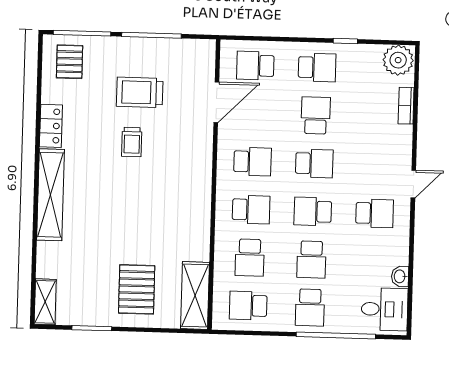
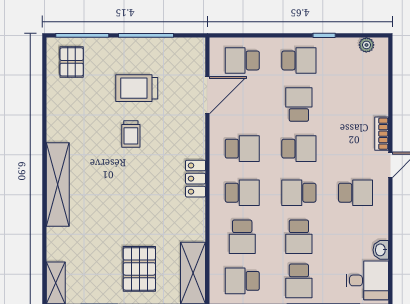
plant: (398, 60) -> (366, 45), width x0.53, depth x0.53
bookcase: (406, 106) -> (382, 134), moved
locker: (51, 126) -> (196, 179), moved, turned 180

